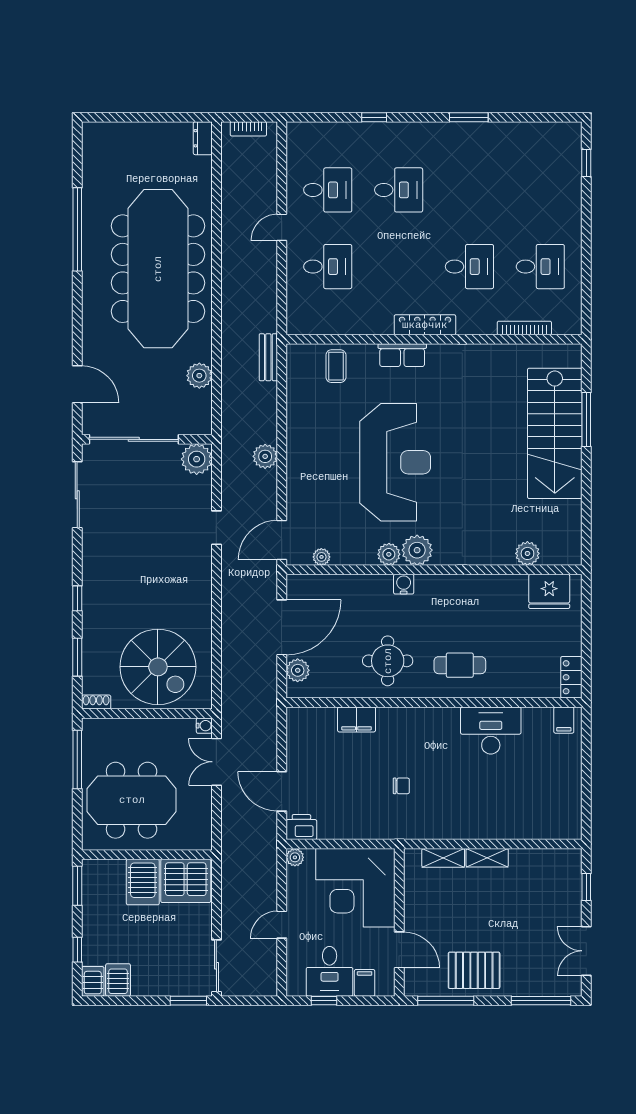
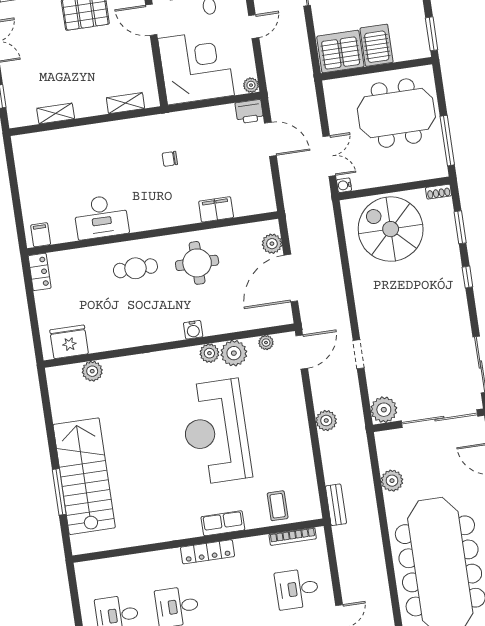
bookcase: (524, 328) -> (293, 536), moved
plant: (417, 550) -> (234, 353), moved
shelving: (487, 858) -> (56, 114), moved

